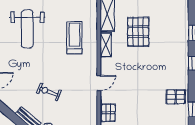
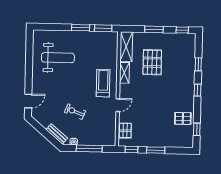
weight bench: (27, 29) -> (58, 58), turned -90
treadmill: (74, 38) -> (103, 83), moved

